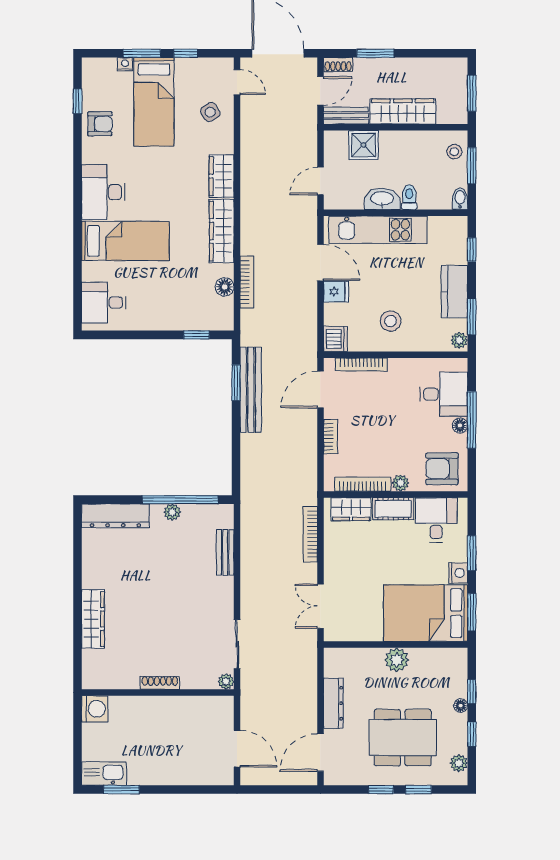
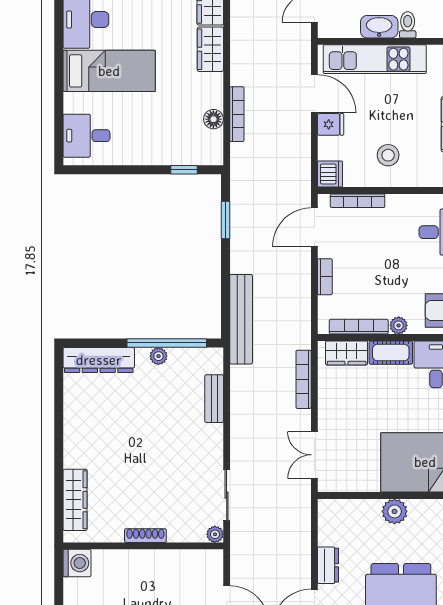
wardrobe: (222, 231) -> (210, 49), width x0.67
bench: (251, 390) -> (241, 319), moved
wardrobe: (93, 619) -> (75, 500), moved
dresser: (333, 703) -> (328, 565), width x0.70

